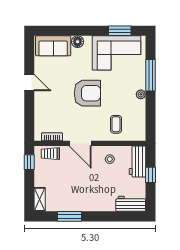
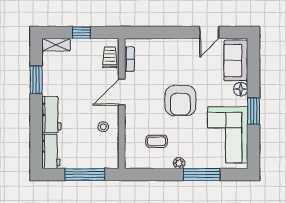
window: (120, 31) -> (254, 111), moved
door: (29, 83) -> (209, 33), moved
coffee table: (116, 124) -> (157, 141), moved
workbench: (138, 161) -> (51, 115), moved, turned 90
window: (29, 162) -> (81, 33), moved
window: (151, 175) -> (85, 175), width x2.17

